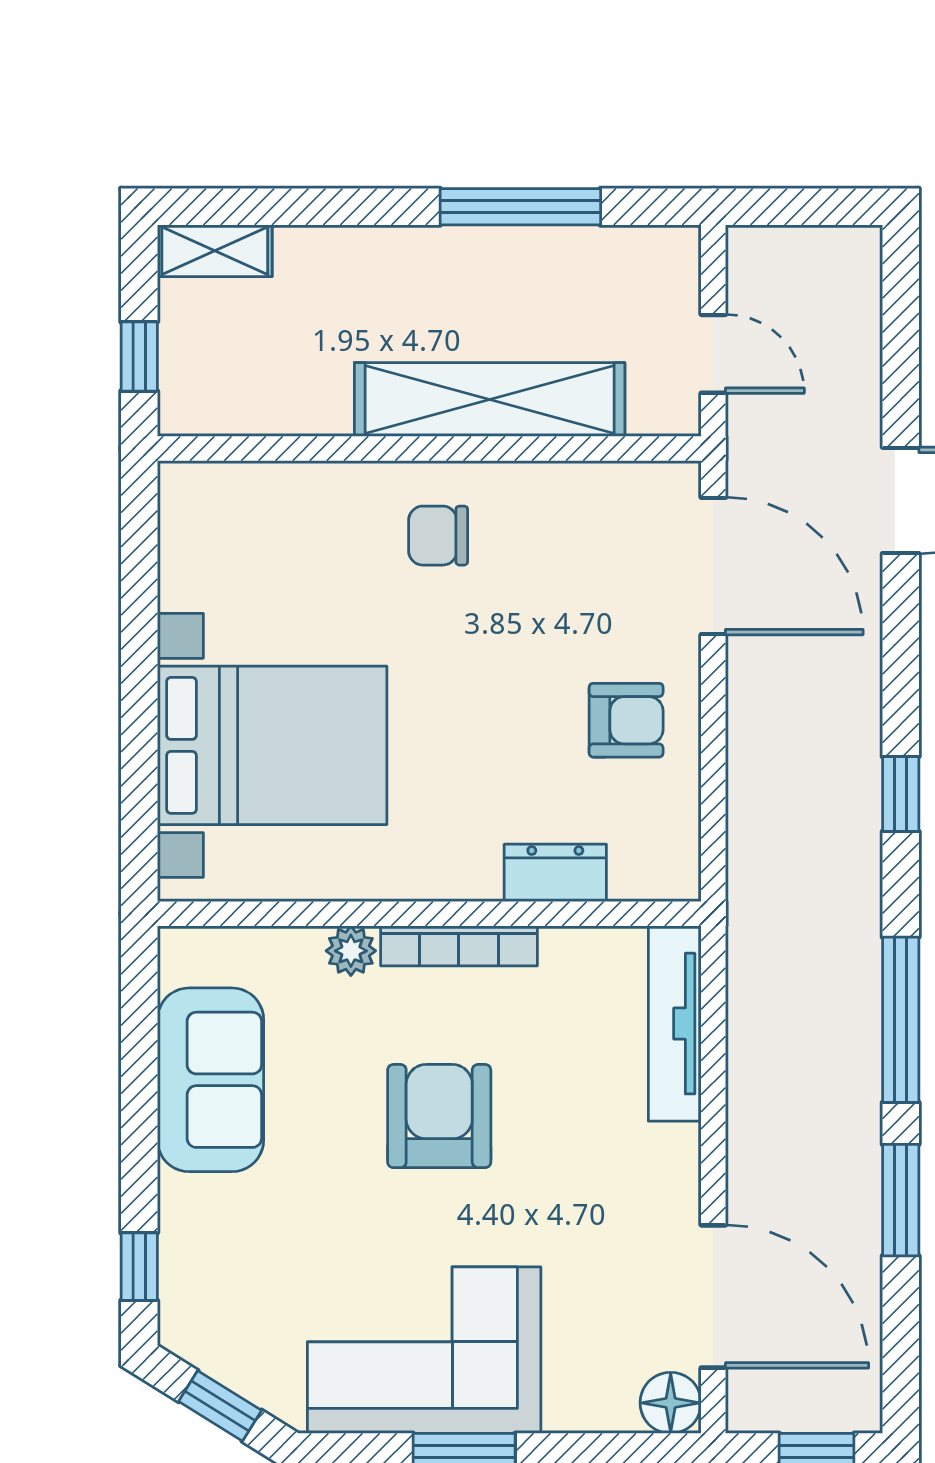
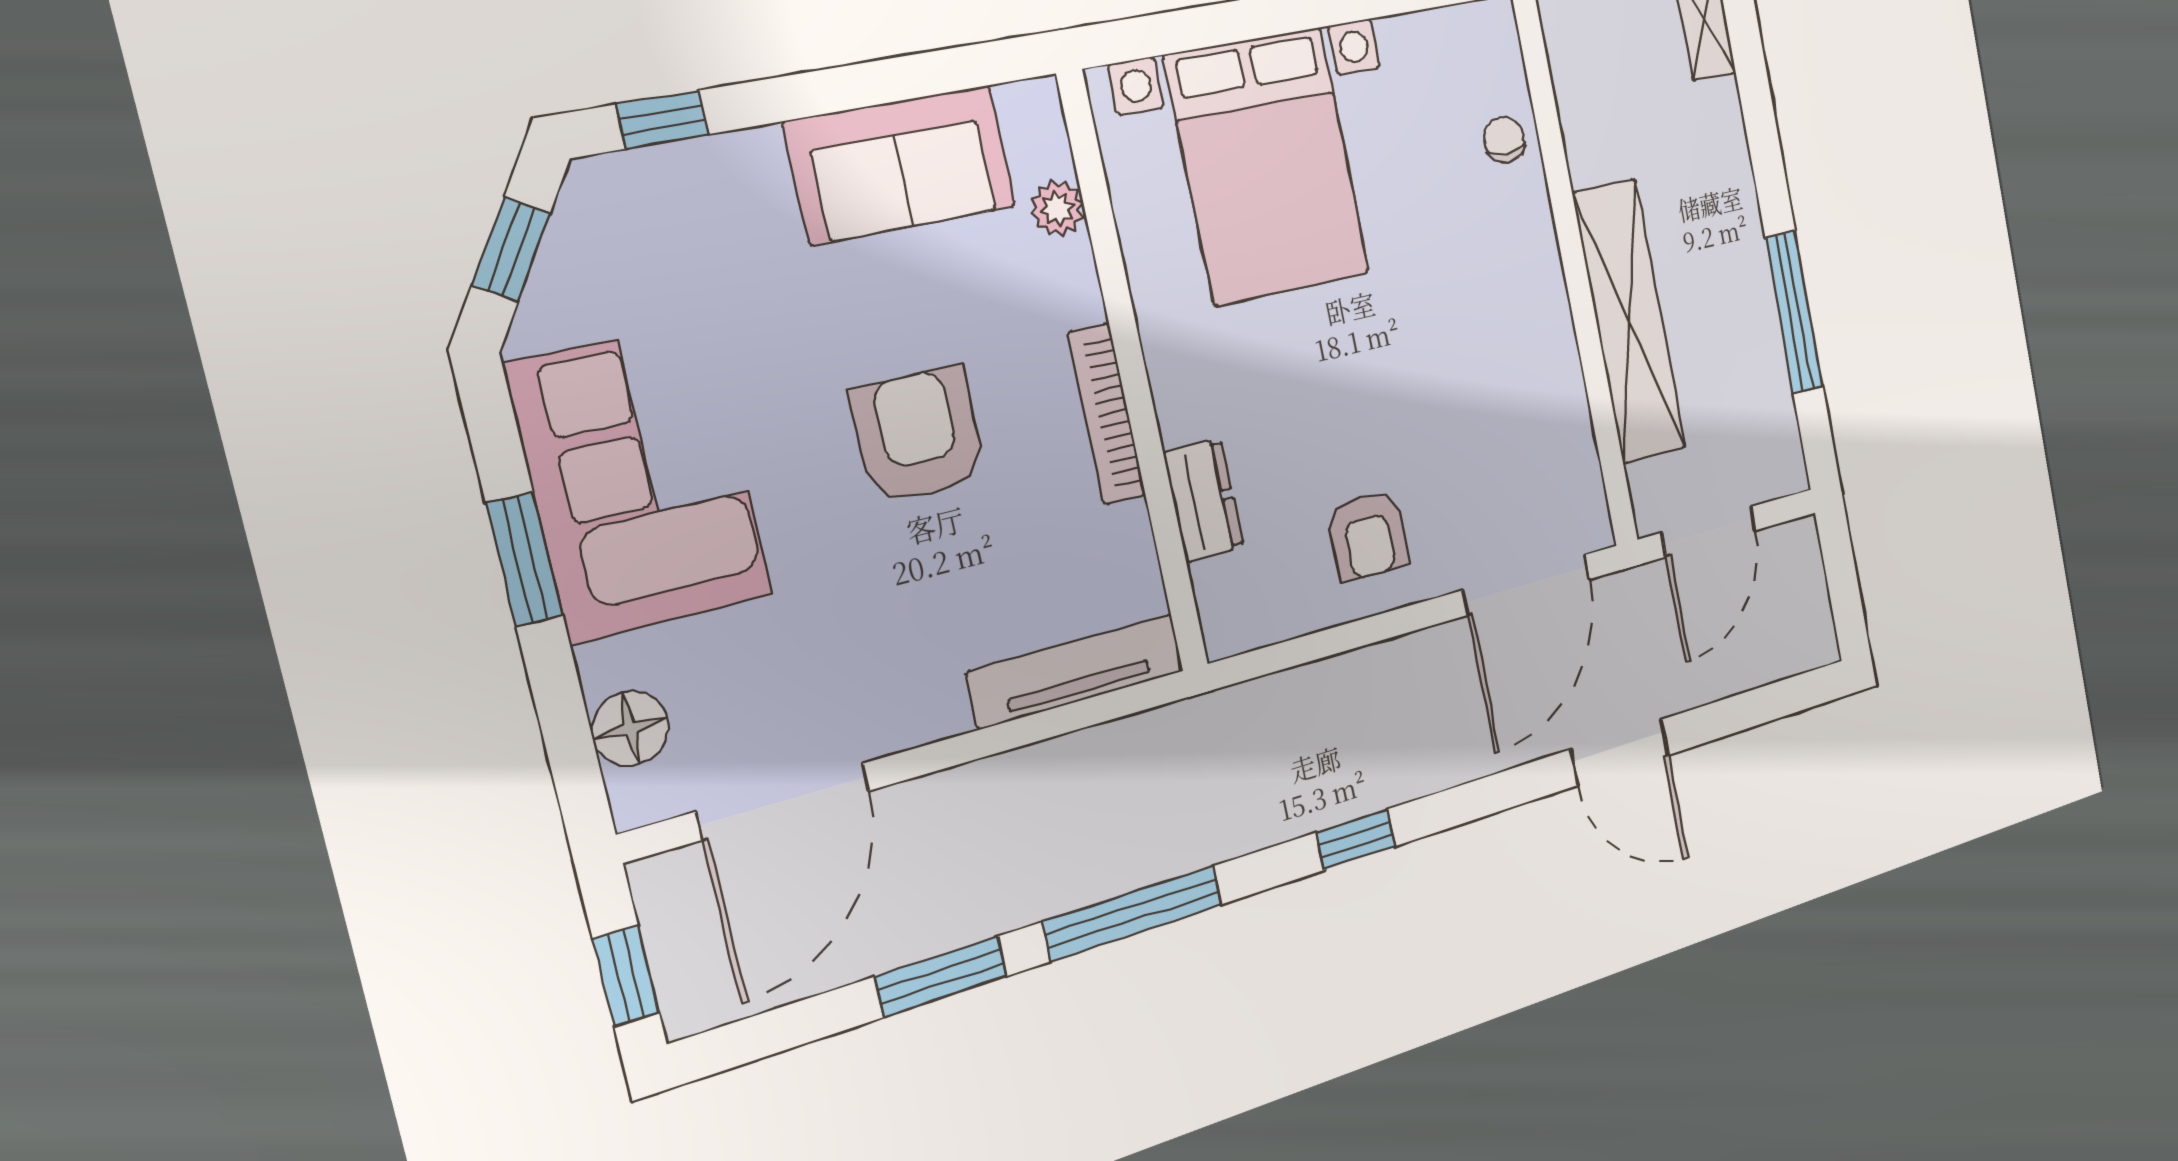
door: (713, 354) -> (1709, 532), width x1.38
chair: (438, 536) -> (1504, 140), moved, width x0.73, depth x0.73
plant: (351, 951) -> (1057, 208), moved
armchair: (439, 1116) -> (918, 435), turned -90
floor lamp: (671, 1403) -> (630, 728), moved

